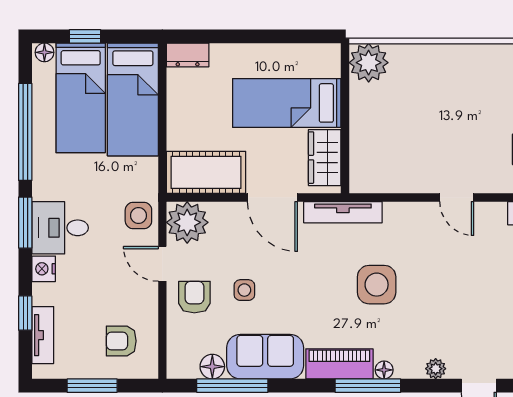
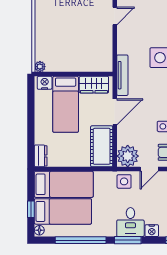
nightstand: (328, 63) -> (45, 83), added
plant: (369, 63) -> (40, 67), width x0.53, depth x0.53

